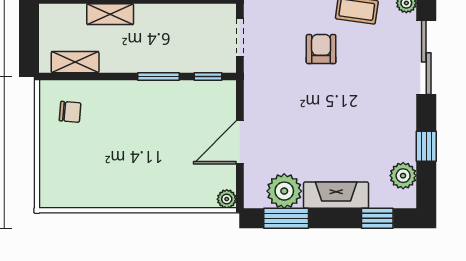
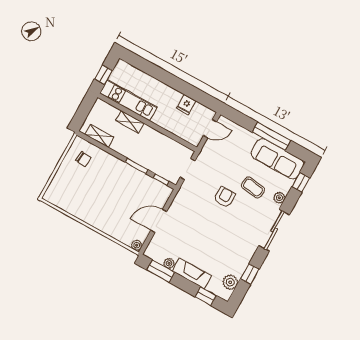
plant: (284, 191) -> (169, 263), width x0.53, depth x0.53

